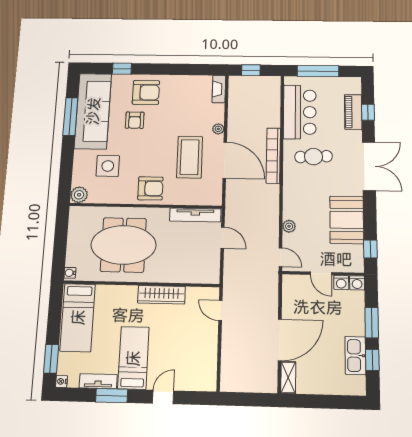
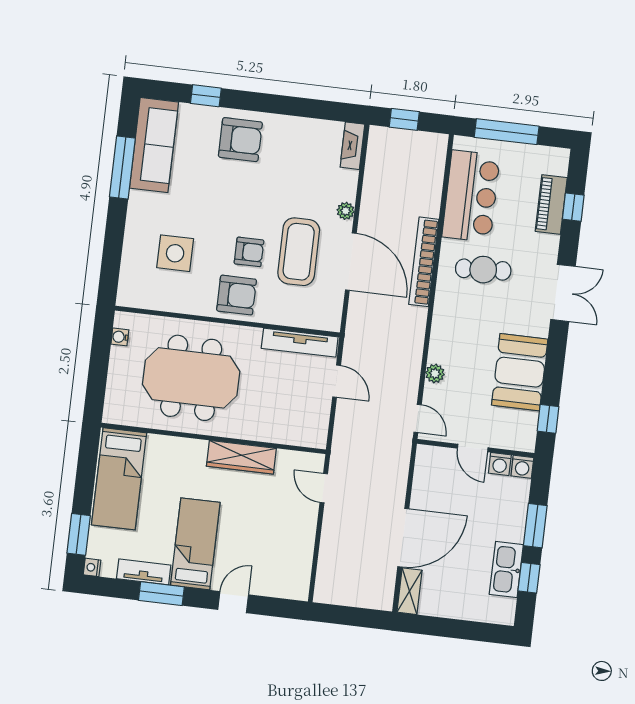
sofa: (93, 111) -> (154, 145), width x0.74, depth x0.79
armchair: (135, 120) -> (249, 252), moved, turned -90
double door: (369, 166) -> (563, 293), width x0.73
plant: (79, 195) -> (130, 294), removed
water cooler: (70, 273) -> (120, 337), moved

